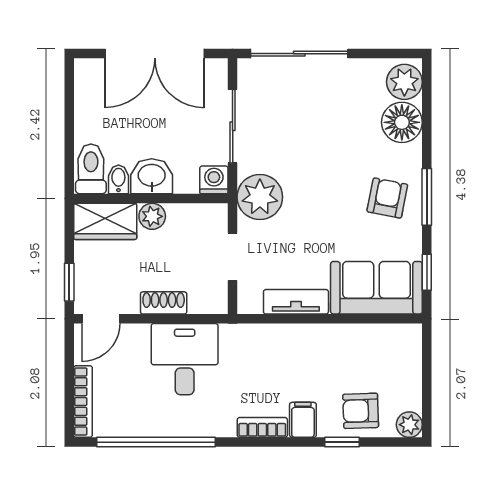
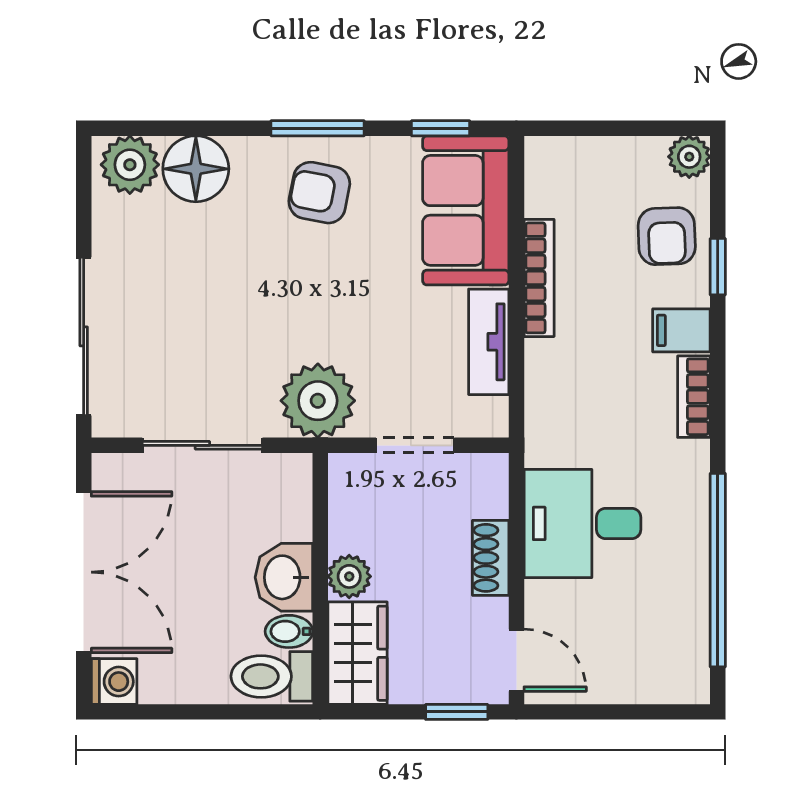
washing machine: (214, 180) -> (114, 682), moved, turned 180
bookcase: (83, 402) -> (539, 278), moved, turned 90

